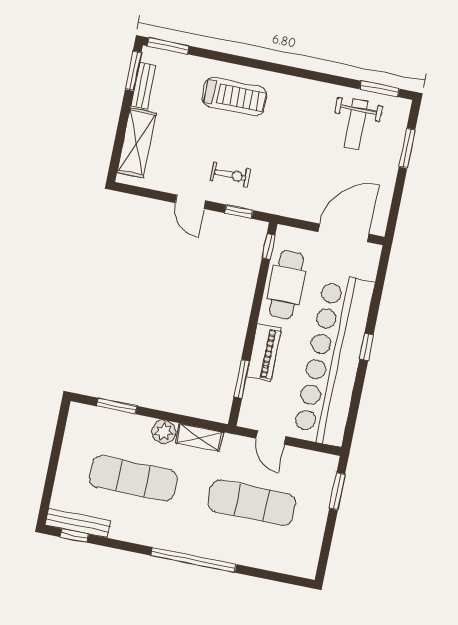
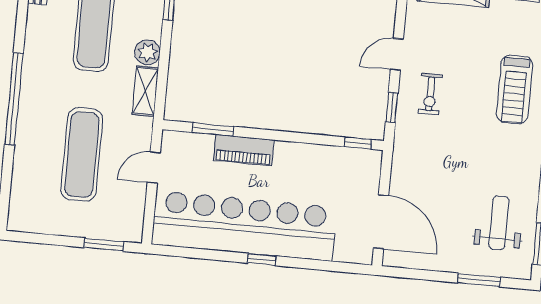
weight bench: (356, 124) -> (499, 223), turned 90
cafe table: (286, 285) -> (319, 167), removed

